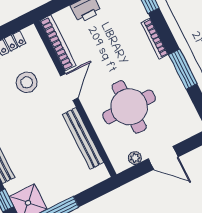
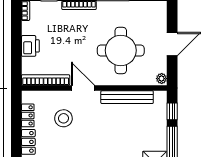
plant: (135, 158) -> (162, 79), moved
window: (92, 194) -> (172, 111), added

